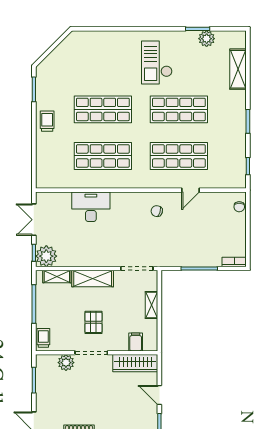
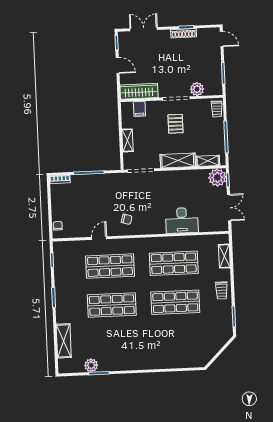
checkout: (157, 63) -> (132, 343), removed
shelving: (42, 162) -> (224, 256), added

